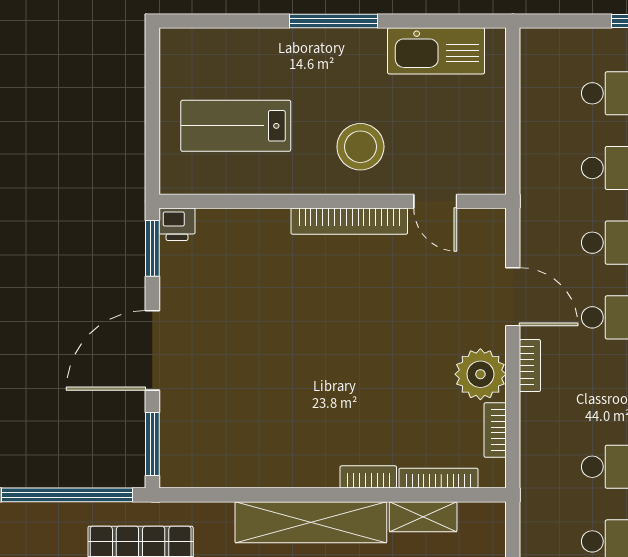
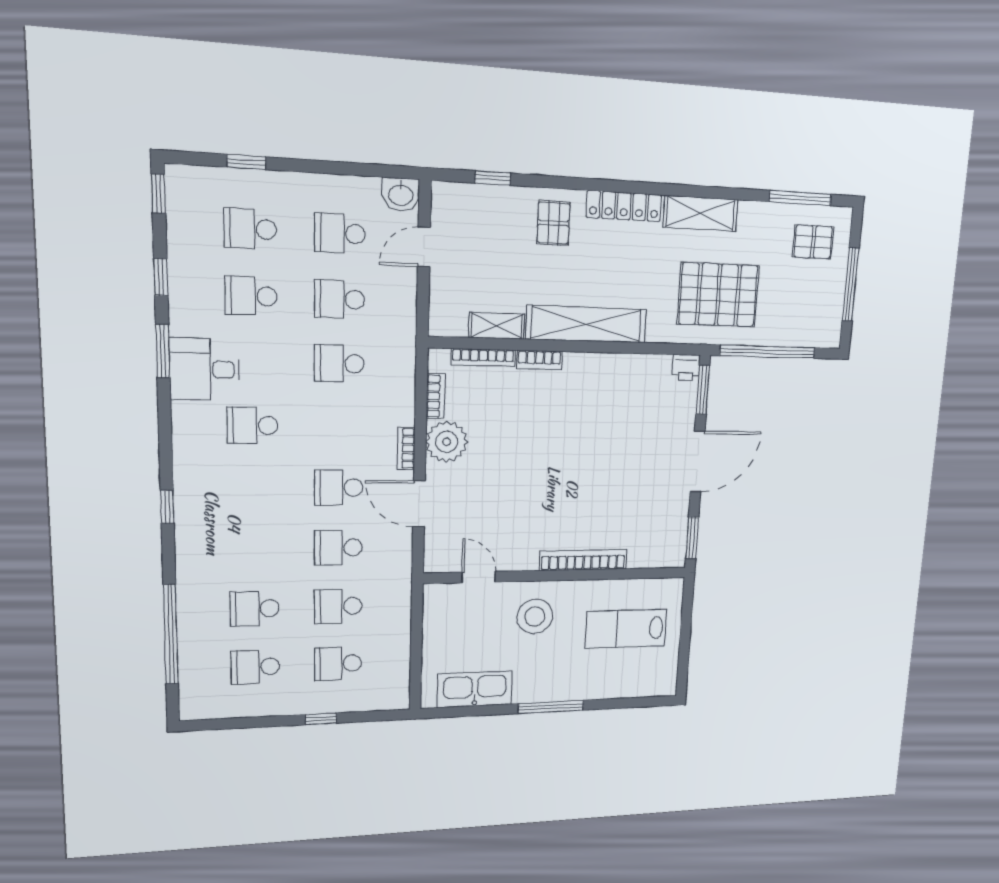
lab bench: (236, 126) -> (626, 629), turned 180
bookcase: (349, 221) -> (583, 560), moved
printer: (177, 224) -> (686, 368), moved, turned 180

